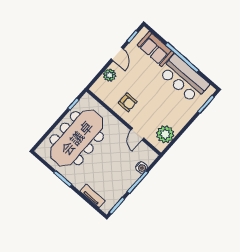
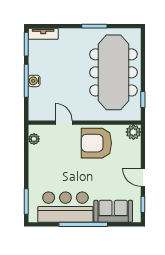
plant: (109, 75) -> (133, 132), moved
armchair: (128, 102) -> (96, 143), width x1.88, depth x1.88
plant: (165, 134) -> (34, 139), width x0.53, depth x0.53
water cooler: (141, 168) -> (34, 81), moved
tv unit: (93, 196) -> (43, 34), moved

